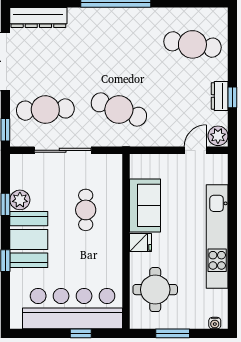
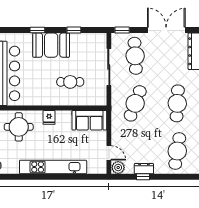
cafe table: (119, 44) -> (177, 103), added
plant: (20, 200) -> (77, 39), removed
sofa: (145, 205) -> (89, 120), moved

